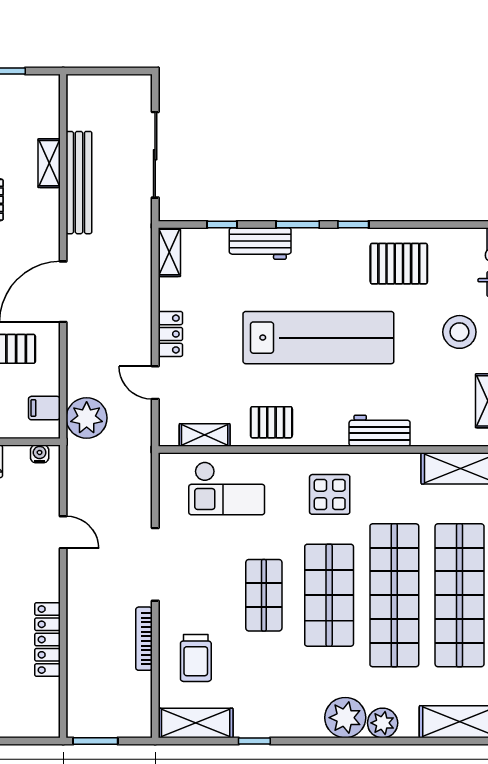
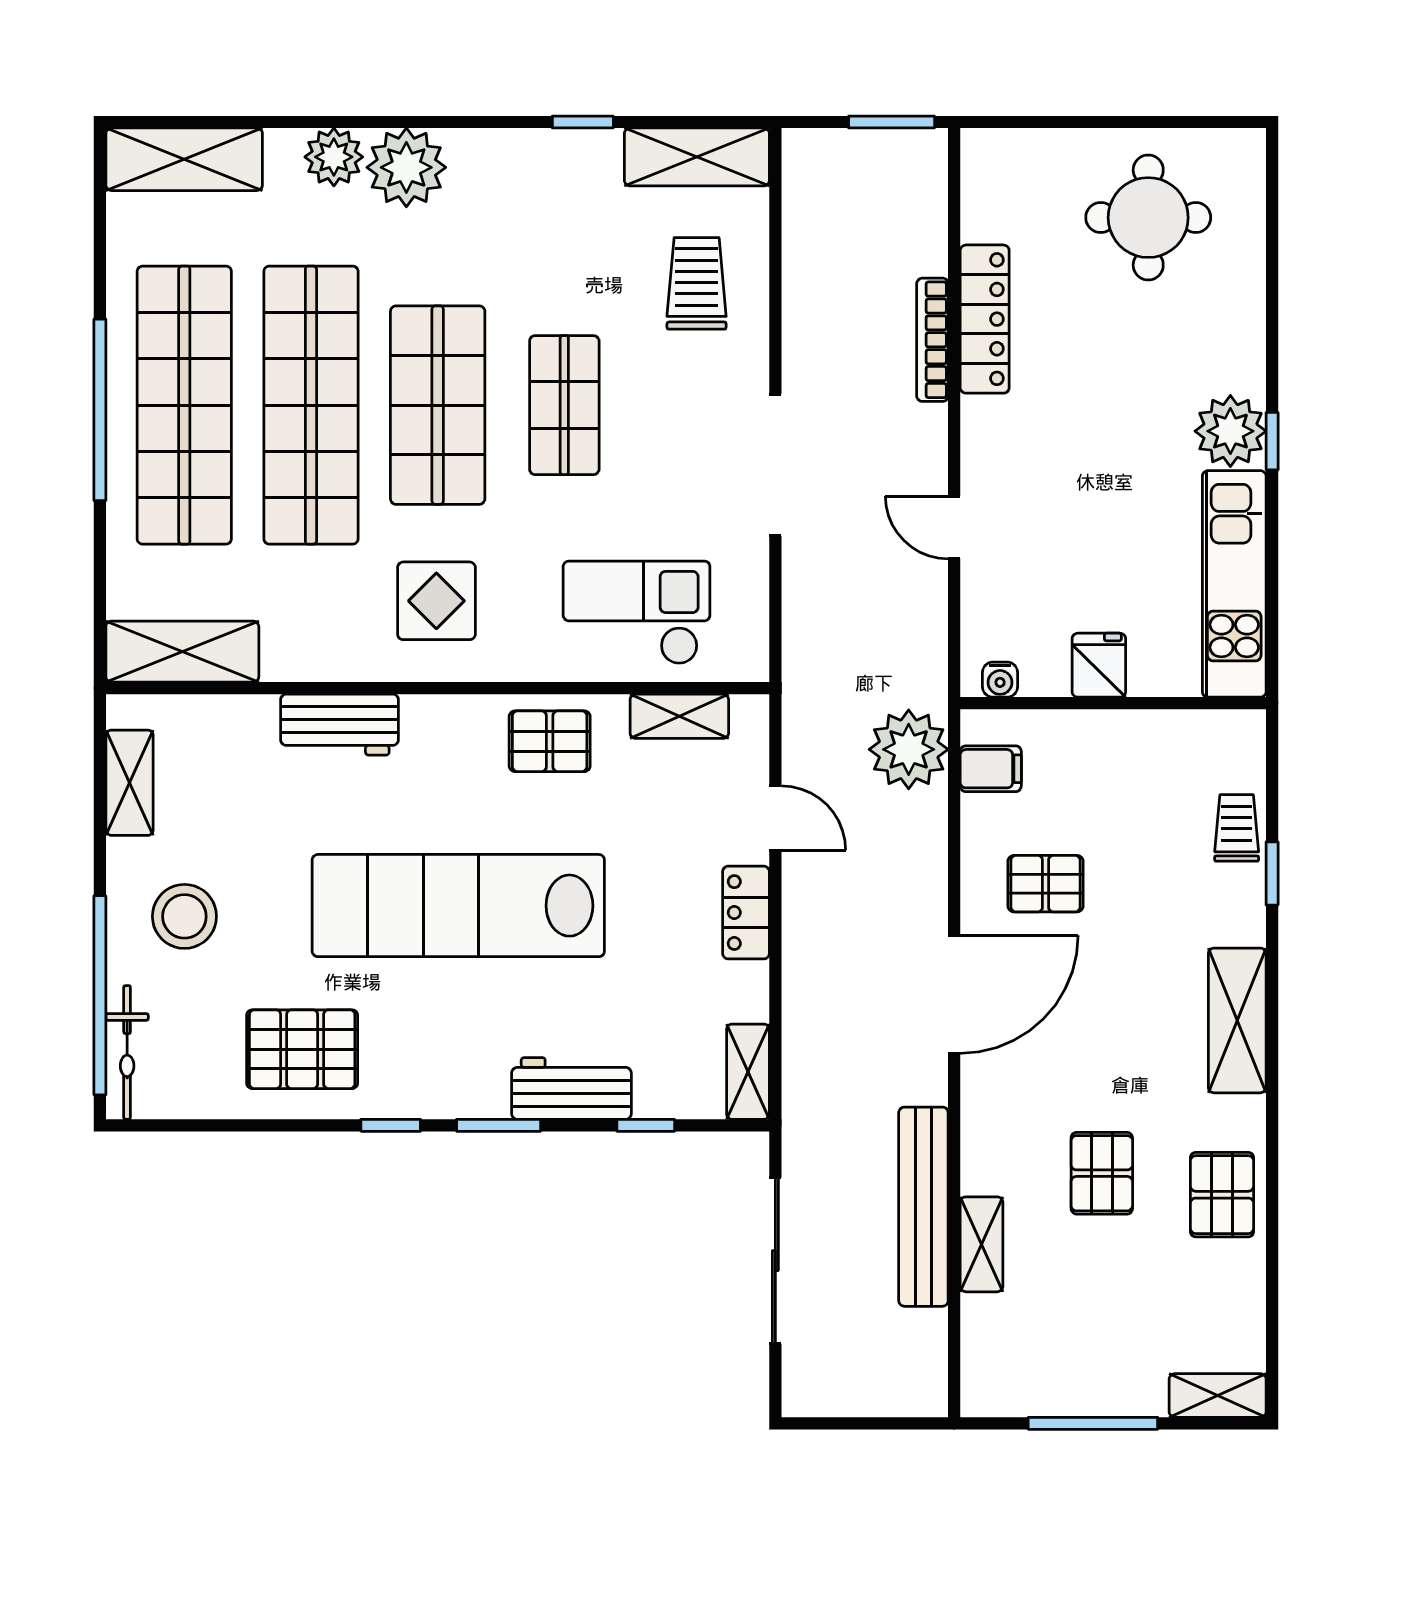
bookcase: (144, 639) -> (932, 340), moved, turned 180

